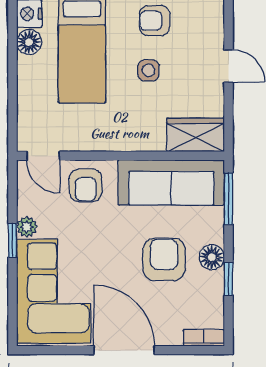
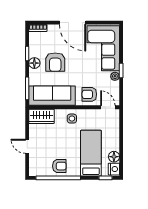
side table: (148, 70) -> (72, 119), moved
armchair: (86, 185) -> (89, 94), turned -90

